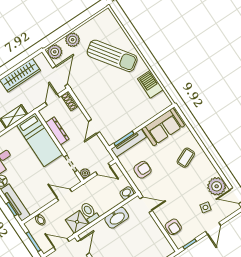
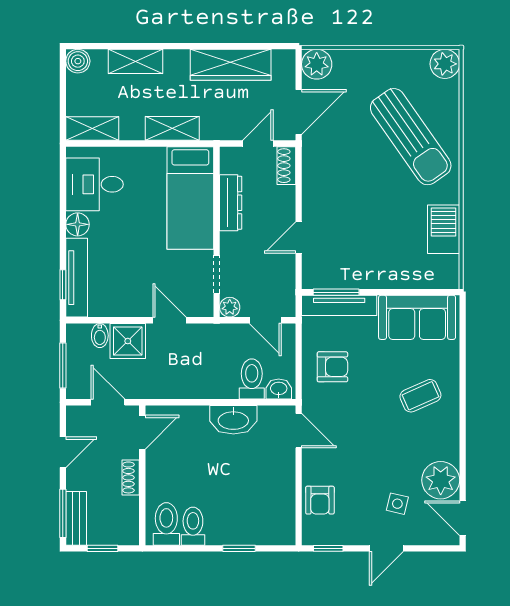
plant: (73, 40) -> (445, 64), moved
toilet: (89, 212) -> (252, 379), moved
shower: (77, 222) -> (128, 341), moved

